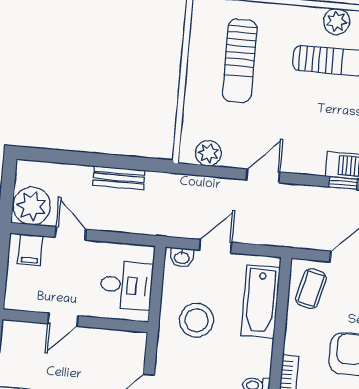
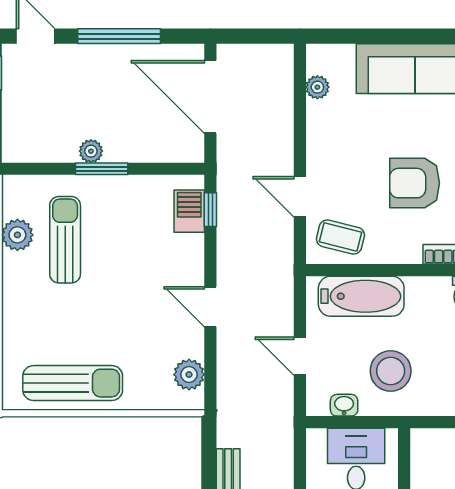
sun lounger: (240, 61) -> (73, 383), moved
washbasin: (182, 257) -> (344, 405), moved, turned -90

